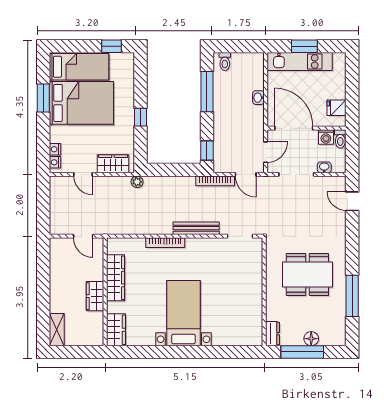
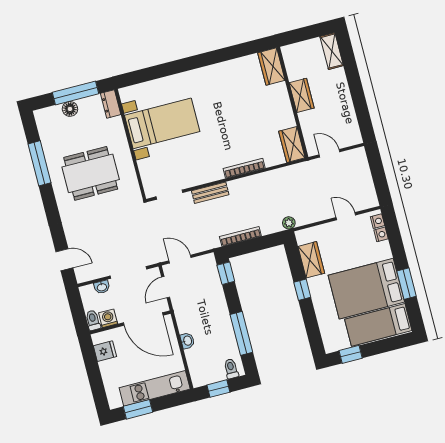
window: (241, 46) -> (218, 389), added
window: (304, 46) -> (138, 409), moved
wardrobe: (113, 164) -> (311, 260), moved, turned -90
bookcase: (215, 181) -> (240, 236), moved
bench: (196, 228) -> (210, 193), width x0.73
wardrobe: (116, 278) -> (292, 144), moved, width x0.67
bed with nightstands: (183, 313) -> (162, 123), moved, turned -90

